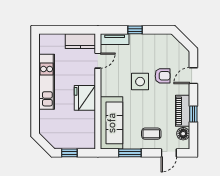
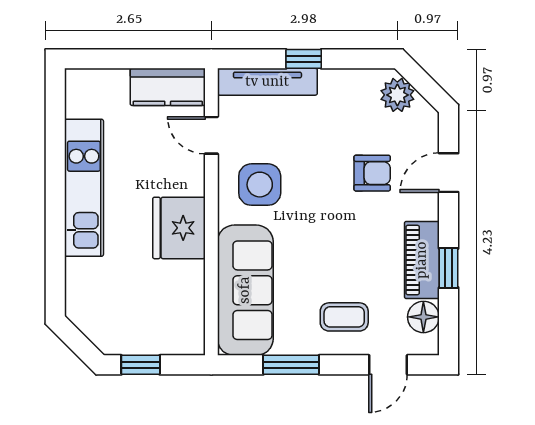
tv unit: (115, 39) -> (267, 82), width x1.41
plant: (173, 44) -> (397, 95), added
door: (98, 61) -> (211, 135), swing flipped
side table: (140, 82) -> (260, 185), moved

